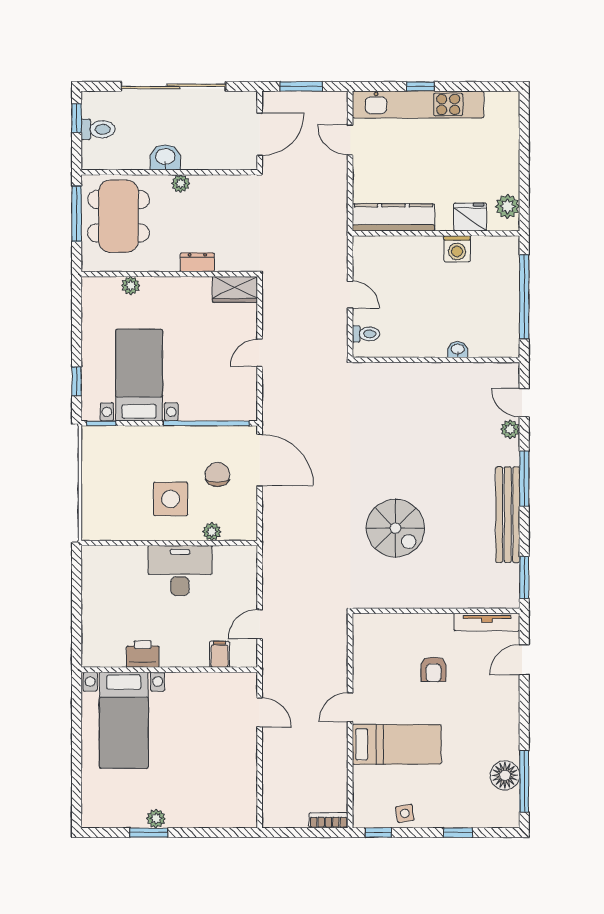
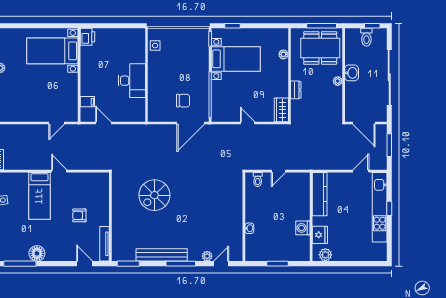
window: (524, 297) -> (277, 264), width x0.47
side table: (171, 499) -> (155, 45), moved, width x0.54, depth x0.54
plant: (212, 532) -> (153, 98), removed
printer: (143, 654) -> (88, 37), moved
floor lamp: (505, 775) -> (37, 253), moved

